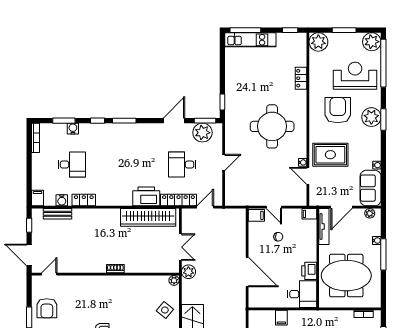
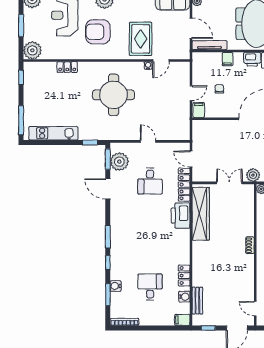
kitchen unit: (250, 40) -> (53, 133), moved, turned -90
filing cabinet: (309, 214) -> (228, 59), moved

